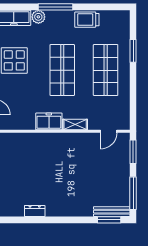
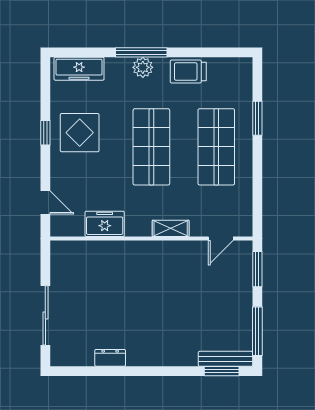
plant: (38, 17) -> (143, 67), moved
freezer: (49, 121) -> (105, 224), moved

